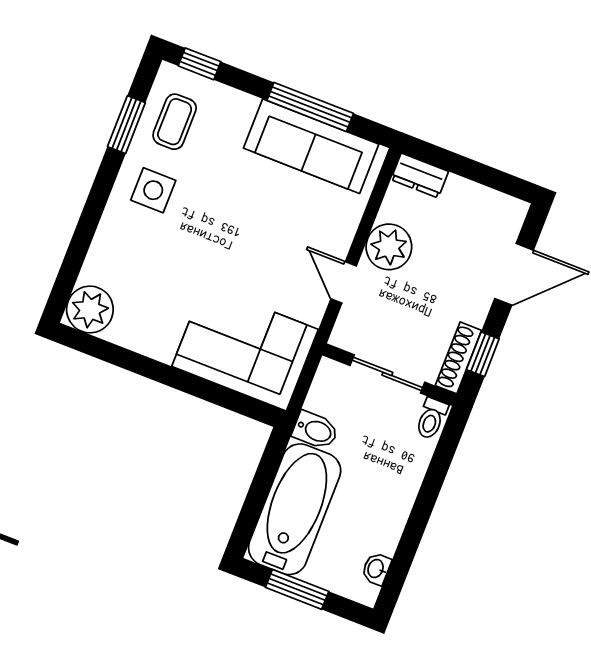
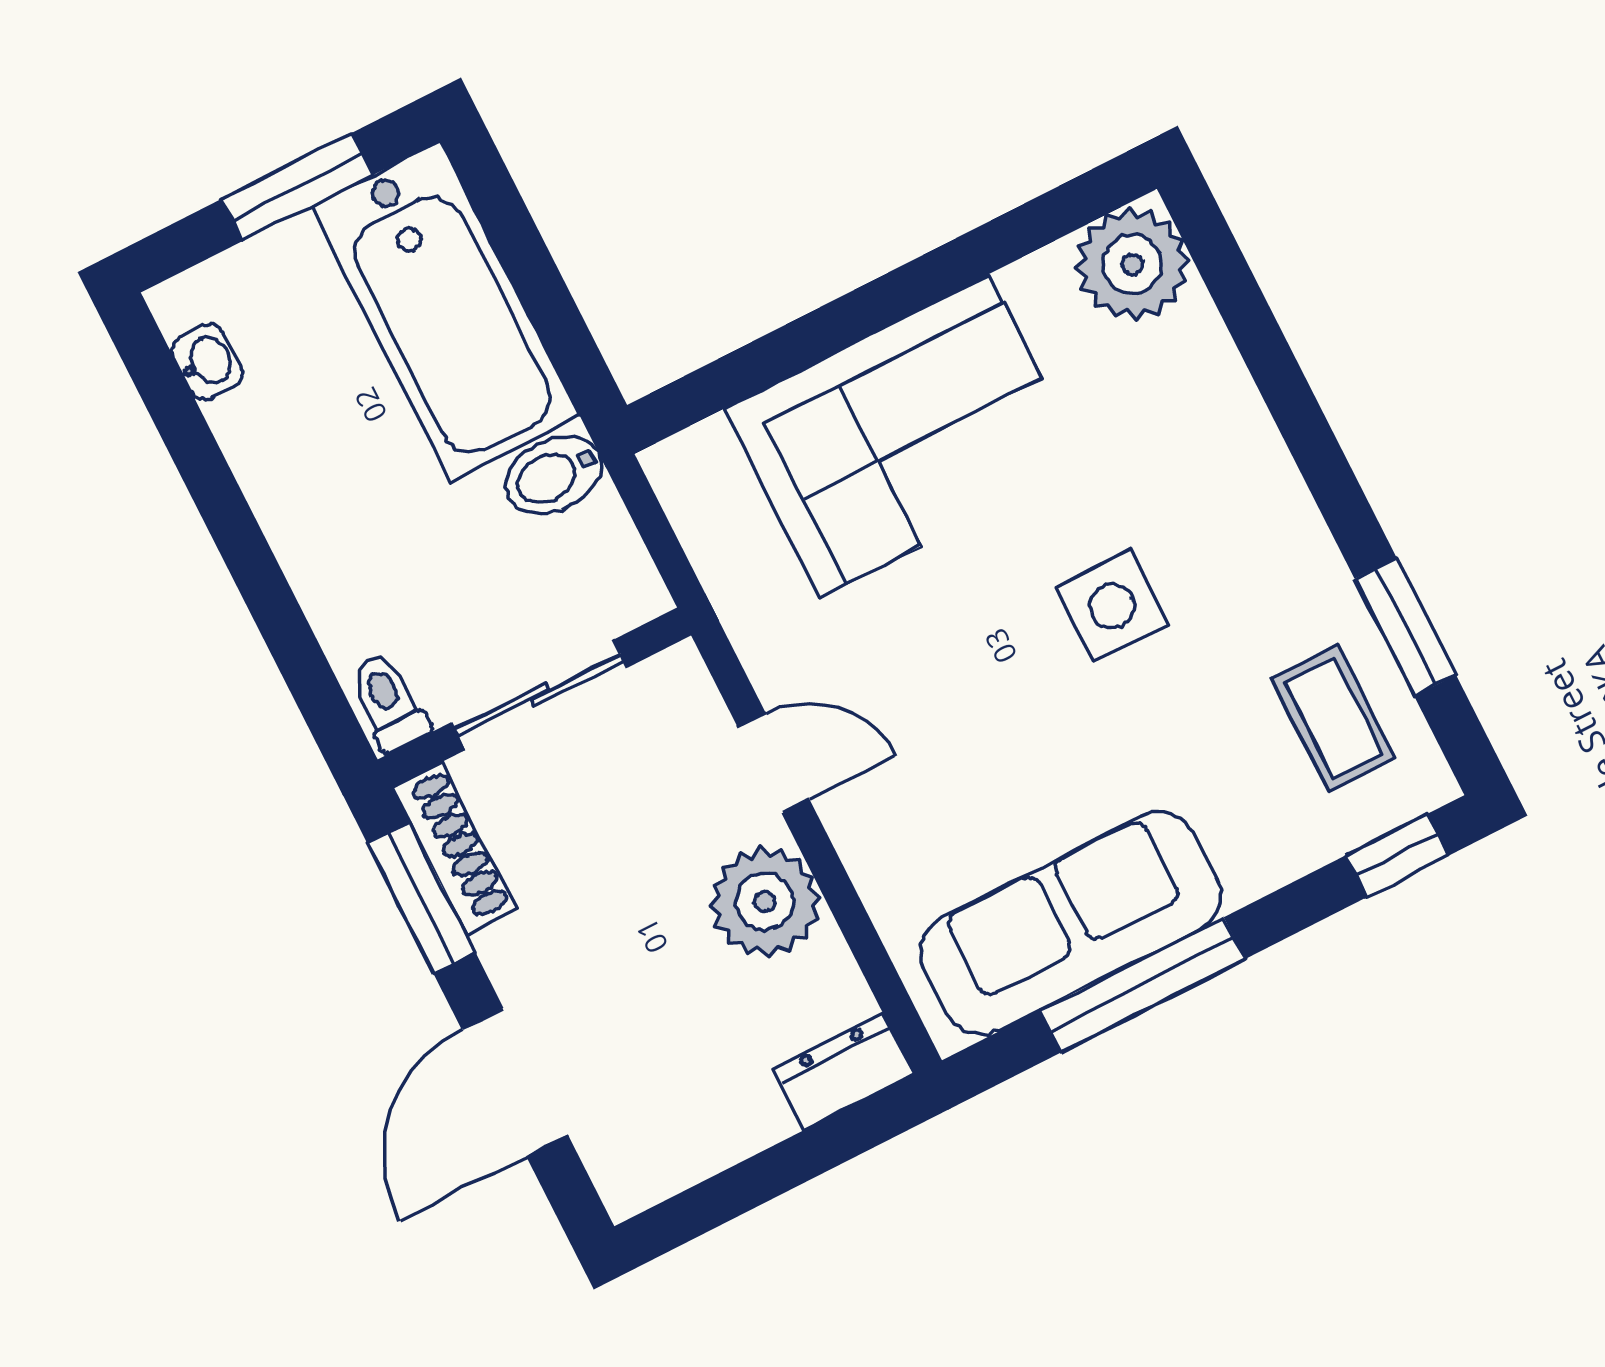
side table: (153, 190) -> (1112, 606), moved
corner sofa: (245, 348) -> (904, 436), moved
window: (483, 354) -> (421, 898), width x1.50

